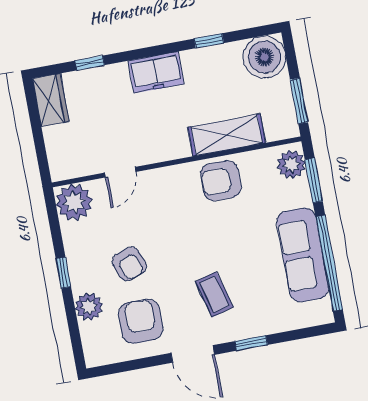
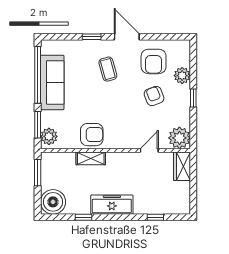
freezer: (156, 72) -> (112, 205), width x1.40
wardrobe: (51, 100) -> (182, 166), moved
shelving: (227, 135) -> (91, 158), width x0.67, depth x0.75

